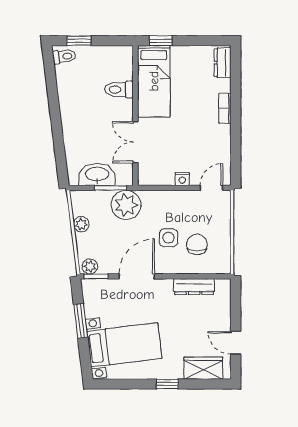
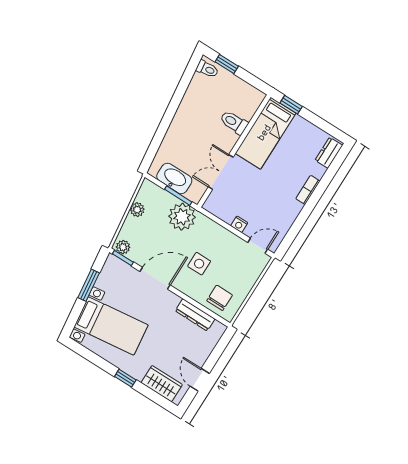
chair: (197, 244) -> (220, 298), moved

